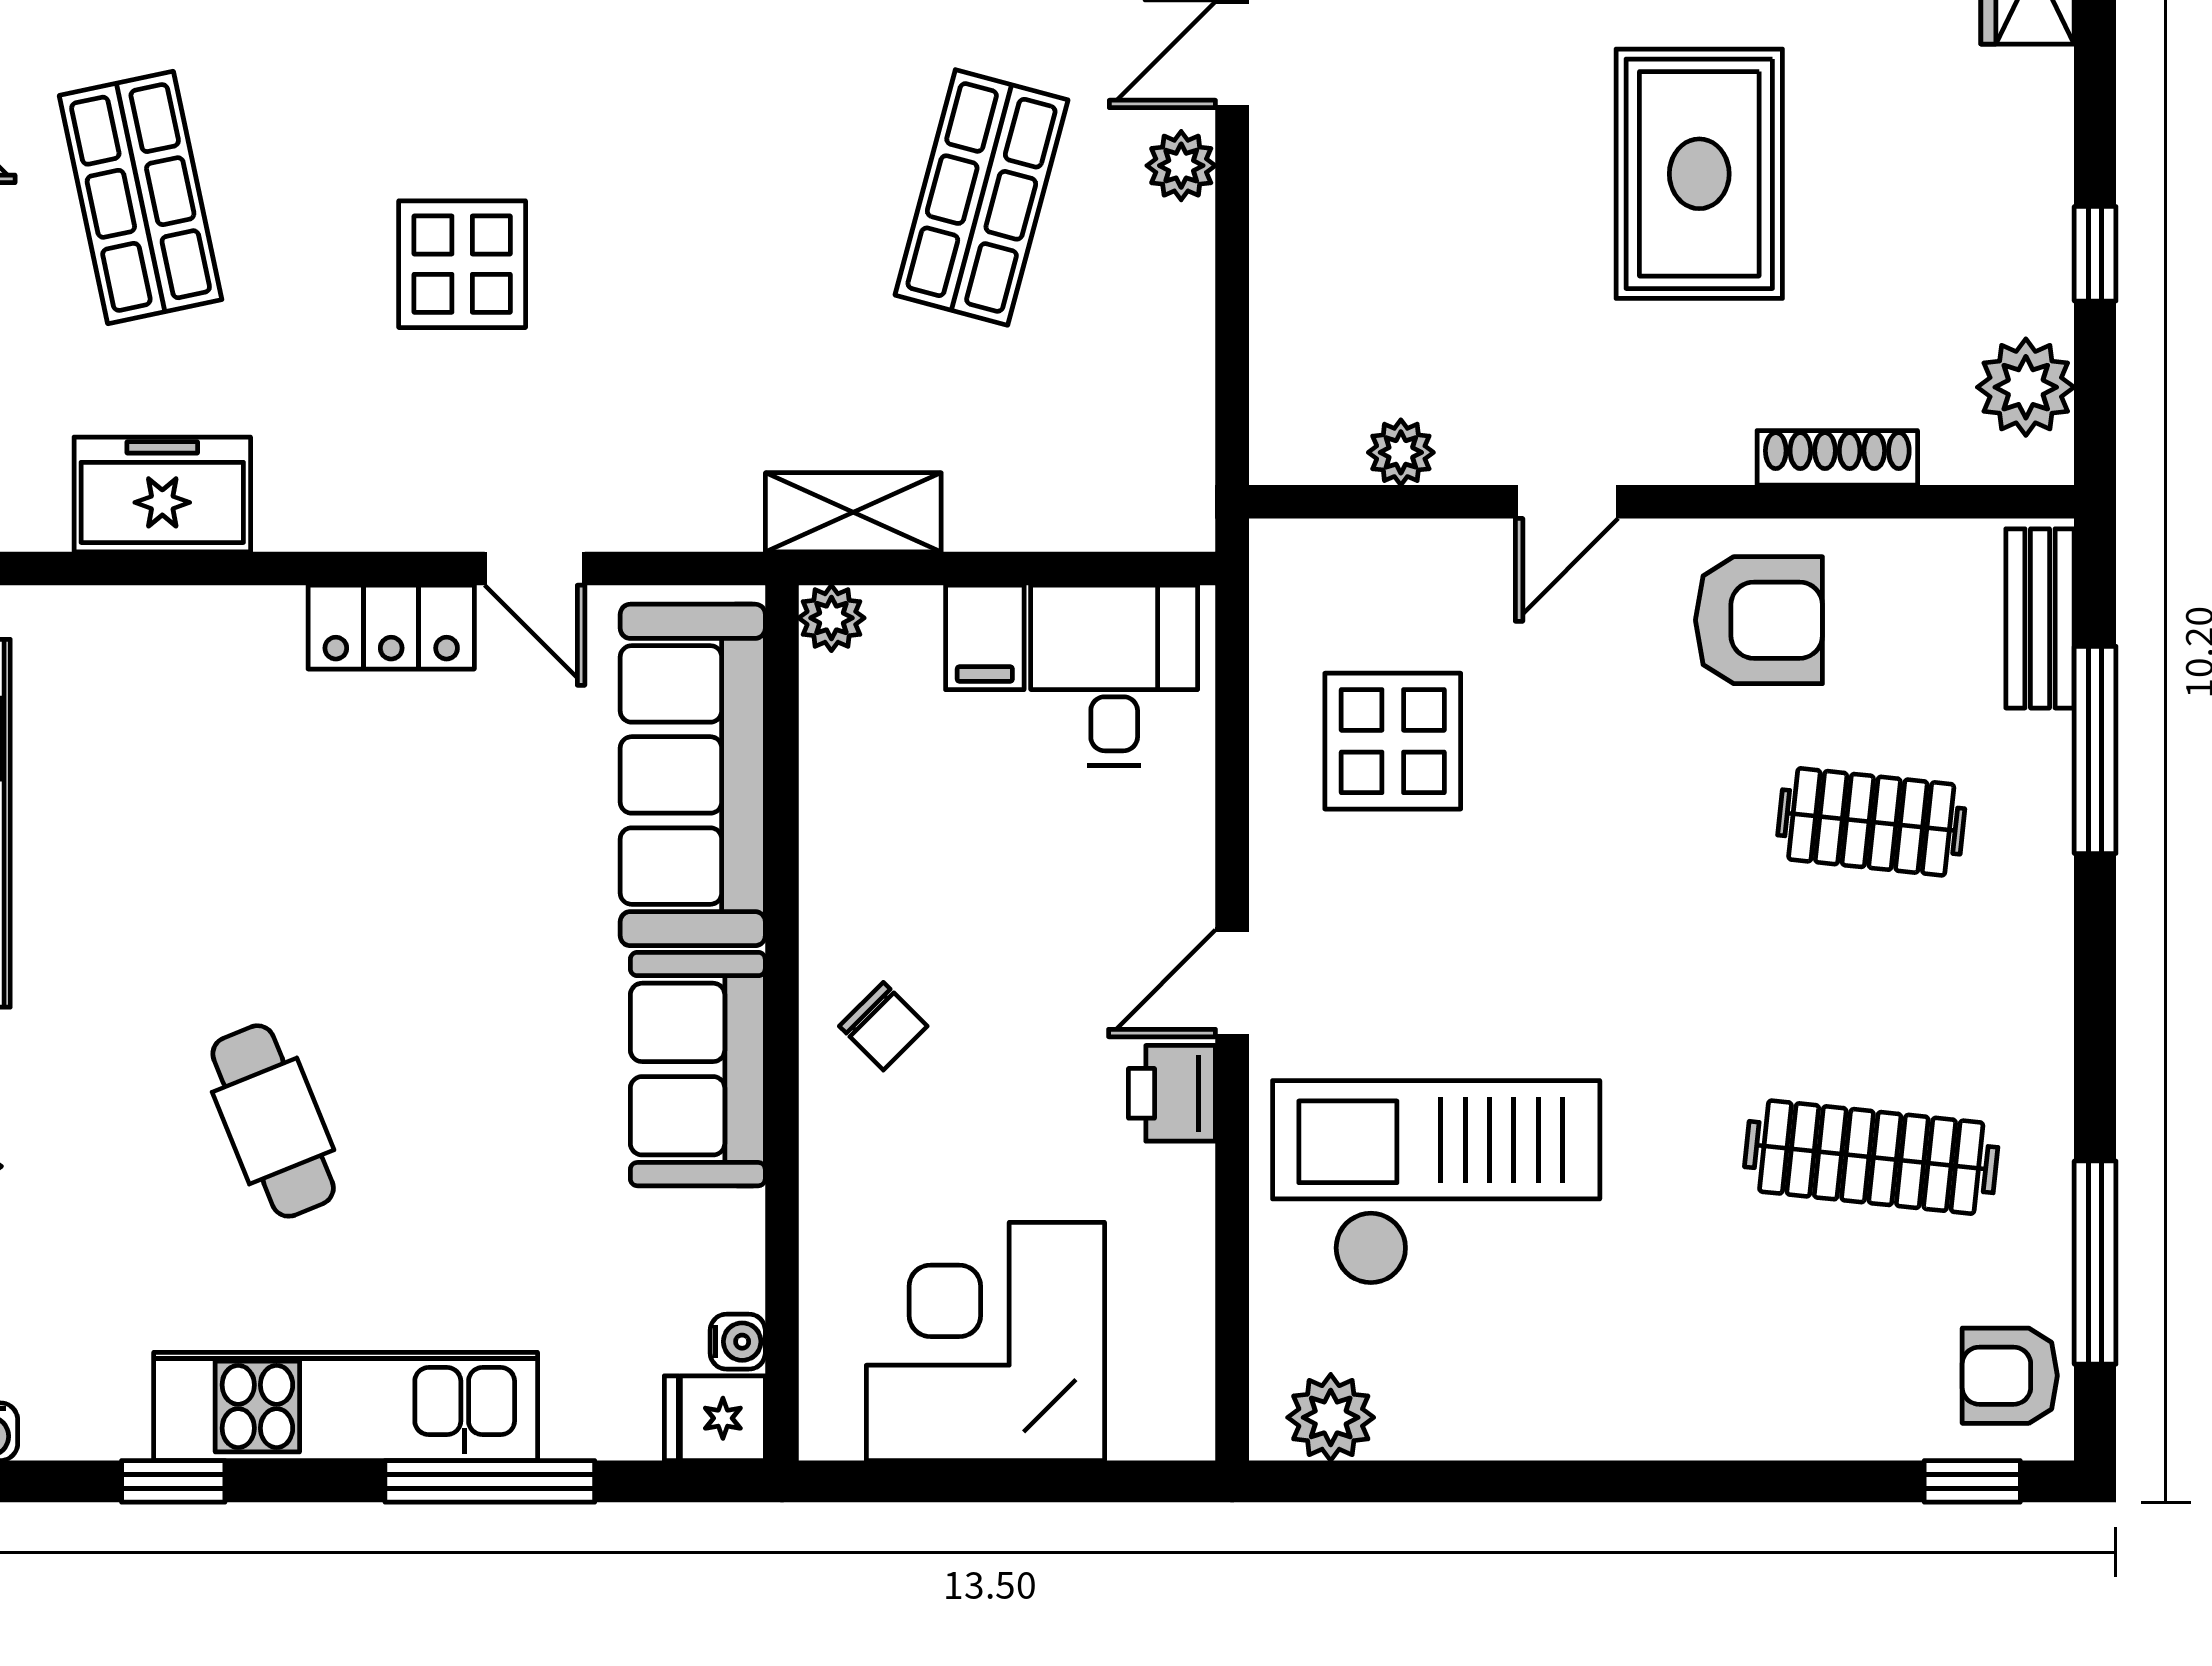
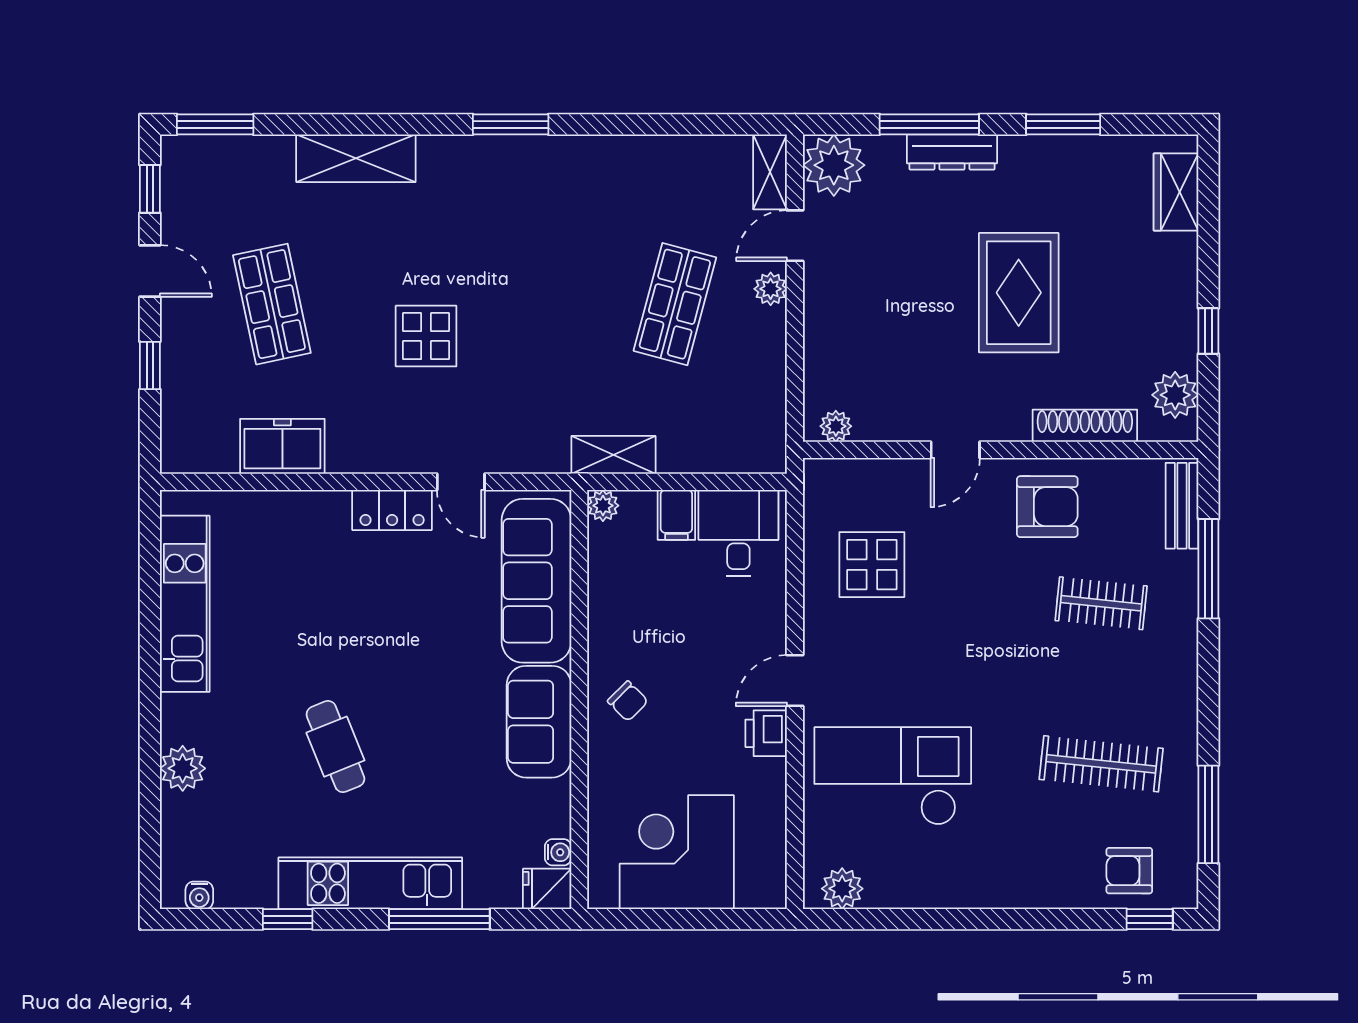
plant: (1401, 452) -> (836, 426), moved
shoe rack: (1837, 458) -> (1085, 426), width x1.36, depth x1.24
armchair: (2010, 1376) -> (1129, 871), moved

